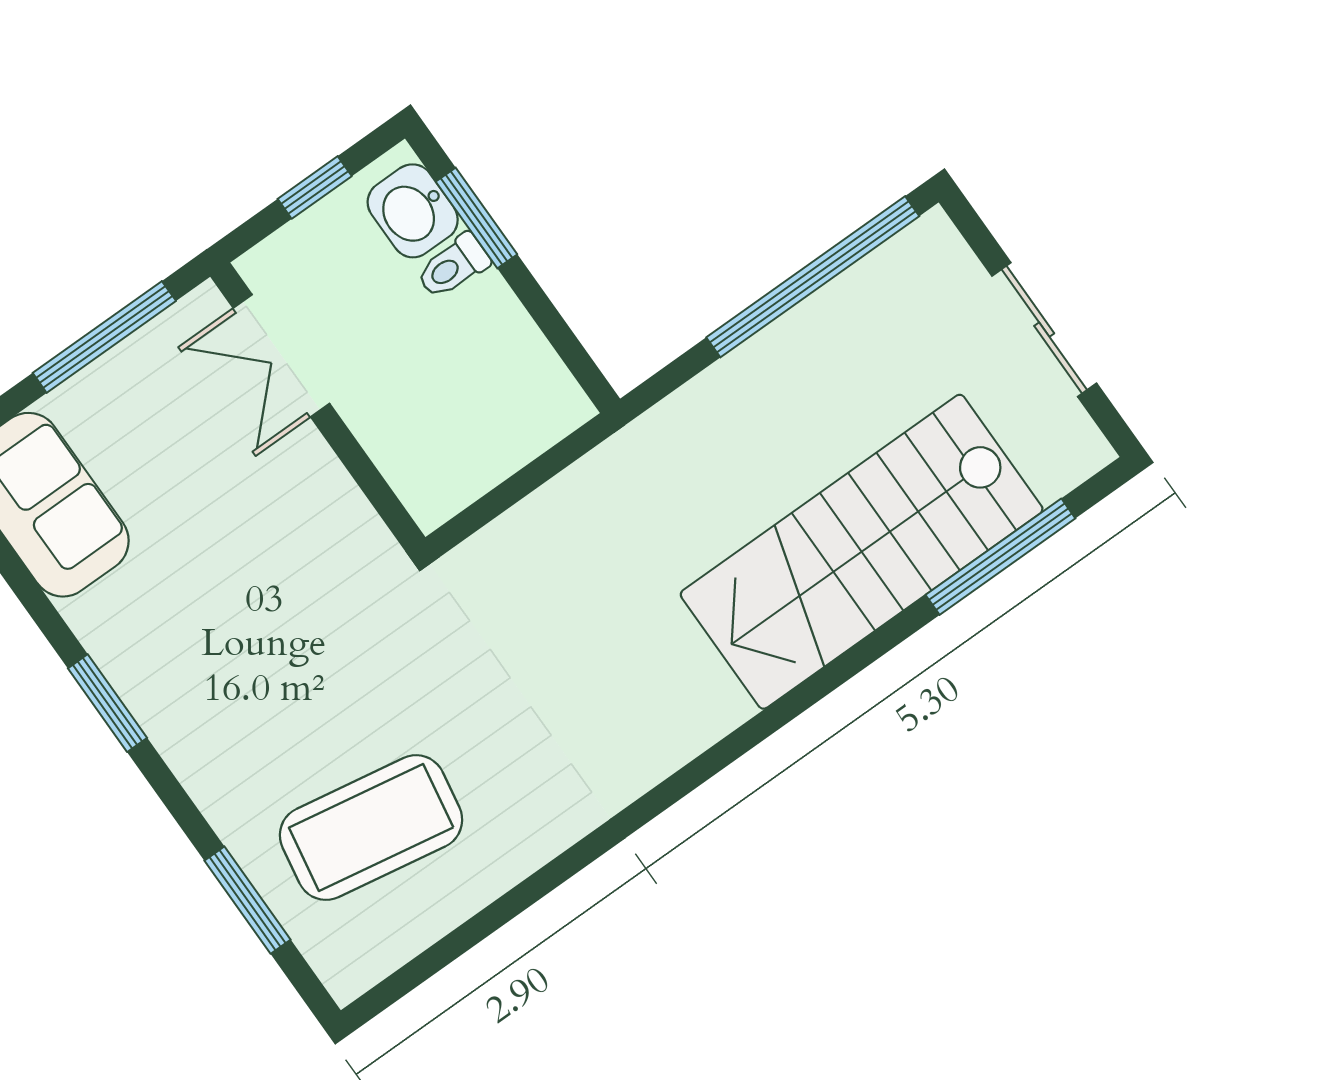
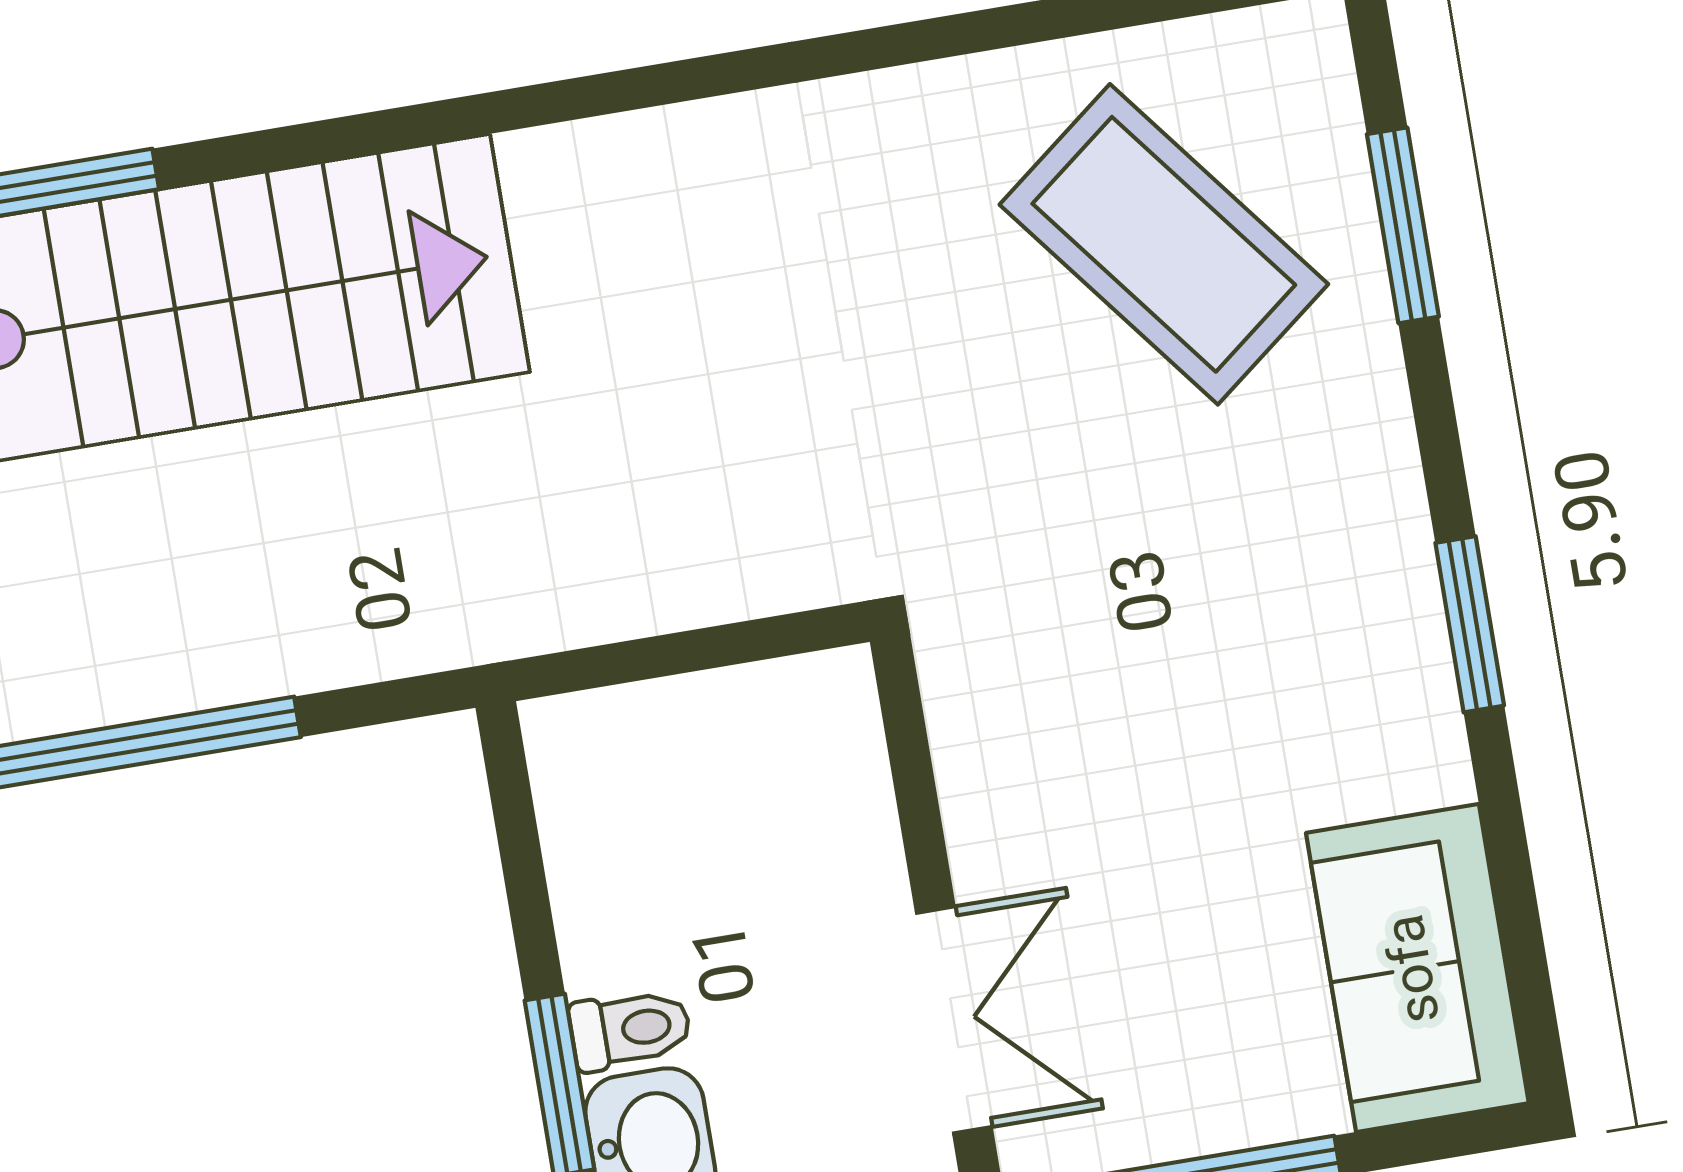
coffee table: (371, 828) -> (1164, 244), turned 42

